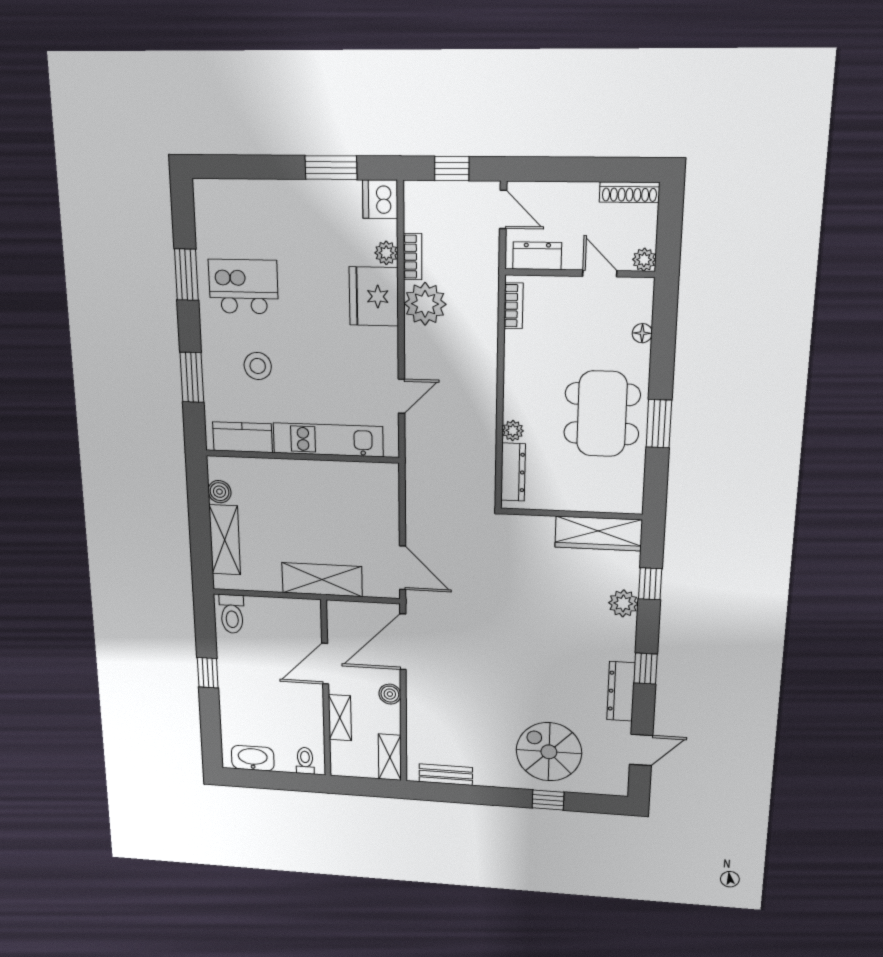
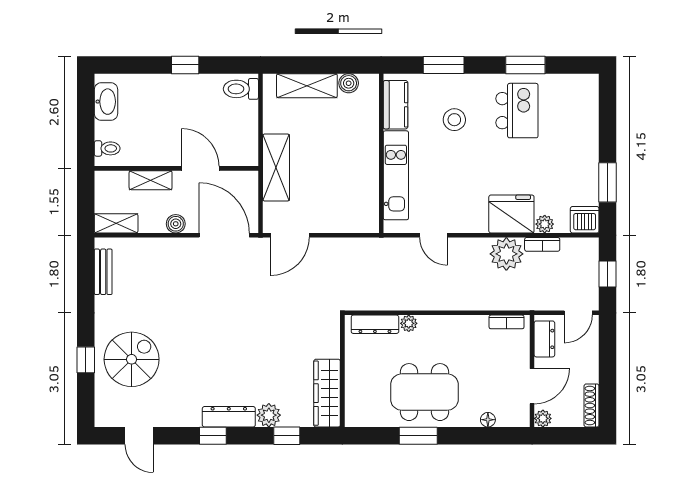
door: (600, 273) -> (532, 386), width x1.38
dresser: (621, 691) -> (229, 417), moved

